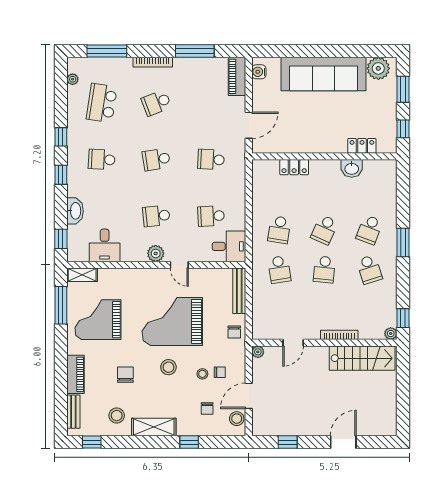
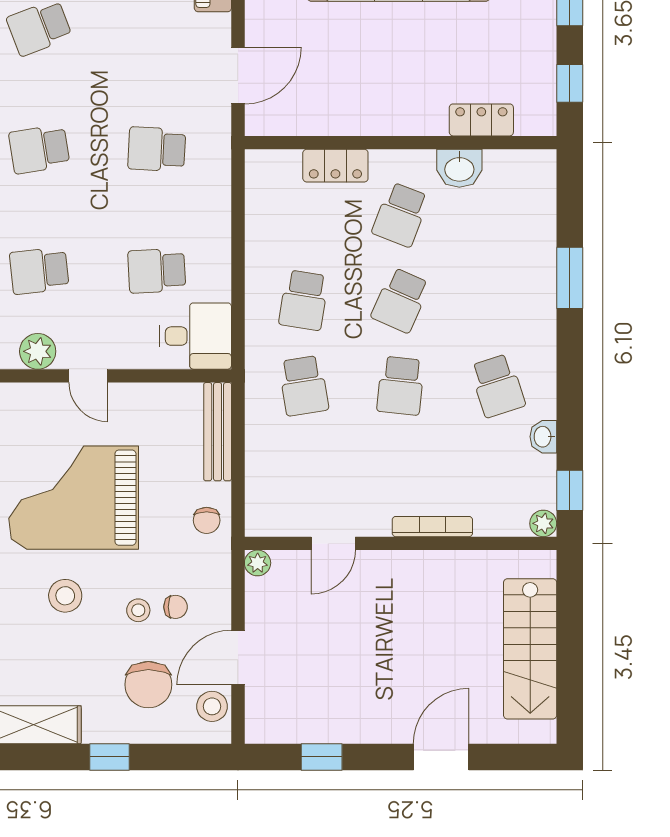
school desk: (369, 230) -> (401, 215), moved
window: (403, 243) -> (570, 278), moved
washbasin: (391, 293) -> (543, 437), added
stairs: (362, 358) -> (530, 649), moved, turned 90
chair: (207, 408) -> (148, 685), width x1.87, depth x1.87

